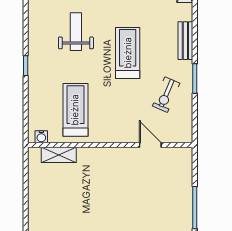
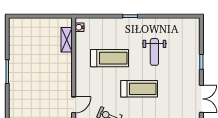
weight bench: (76, 32) -> (154, 52), turned 90
treadmill: (75, 110) -> (109, 58), moved

